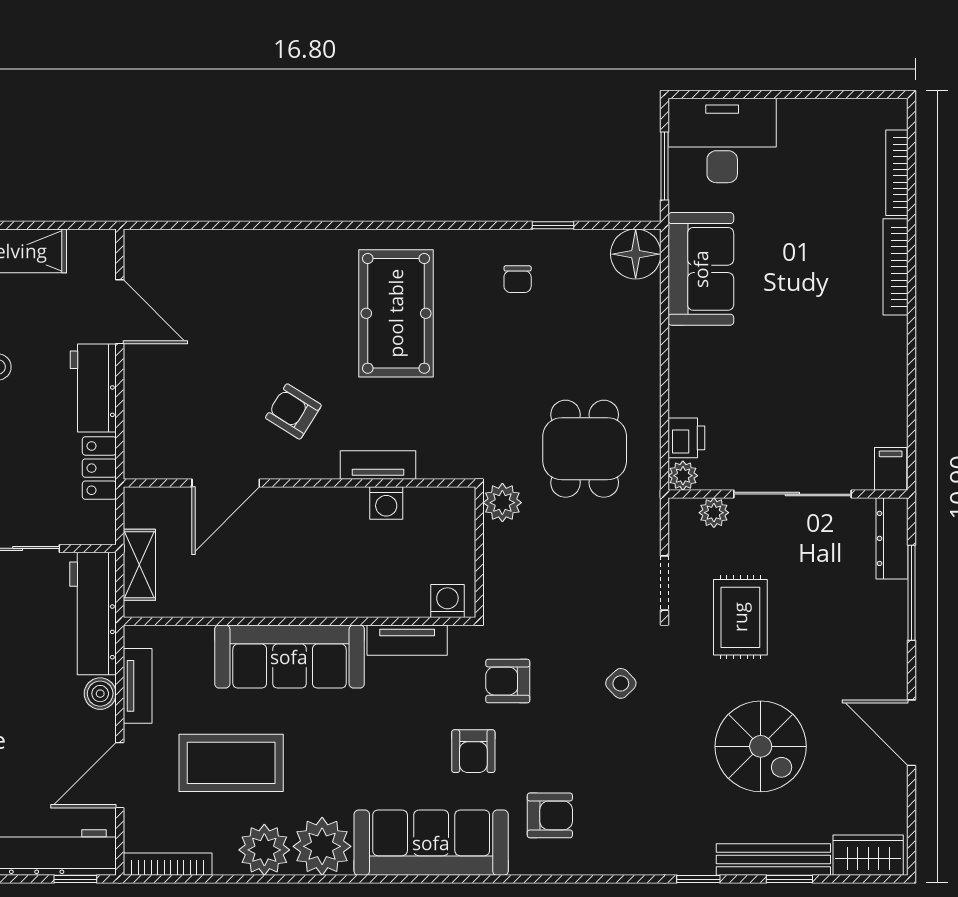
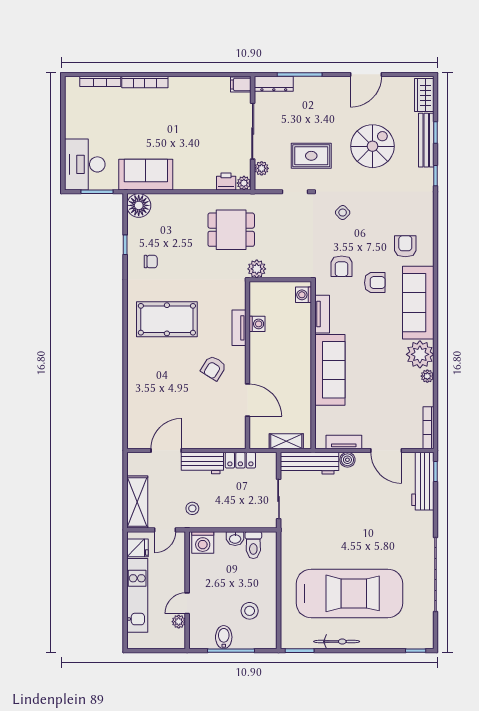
coffee table: (231, 763) -> (380, 398), removed
plant: (264, 850) -> (427, 376), width x0.53, depth x0.53

